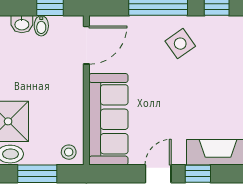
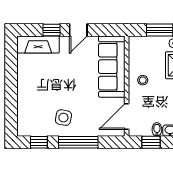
side table: (180, 44) -> (63, 118), turned 45
stool: (69, 152) -> (143, 80), moved

